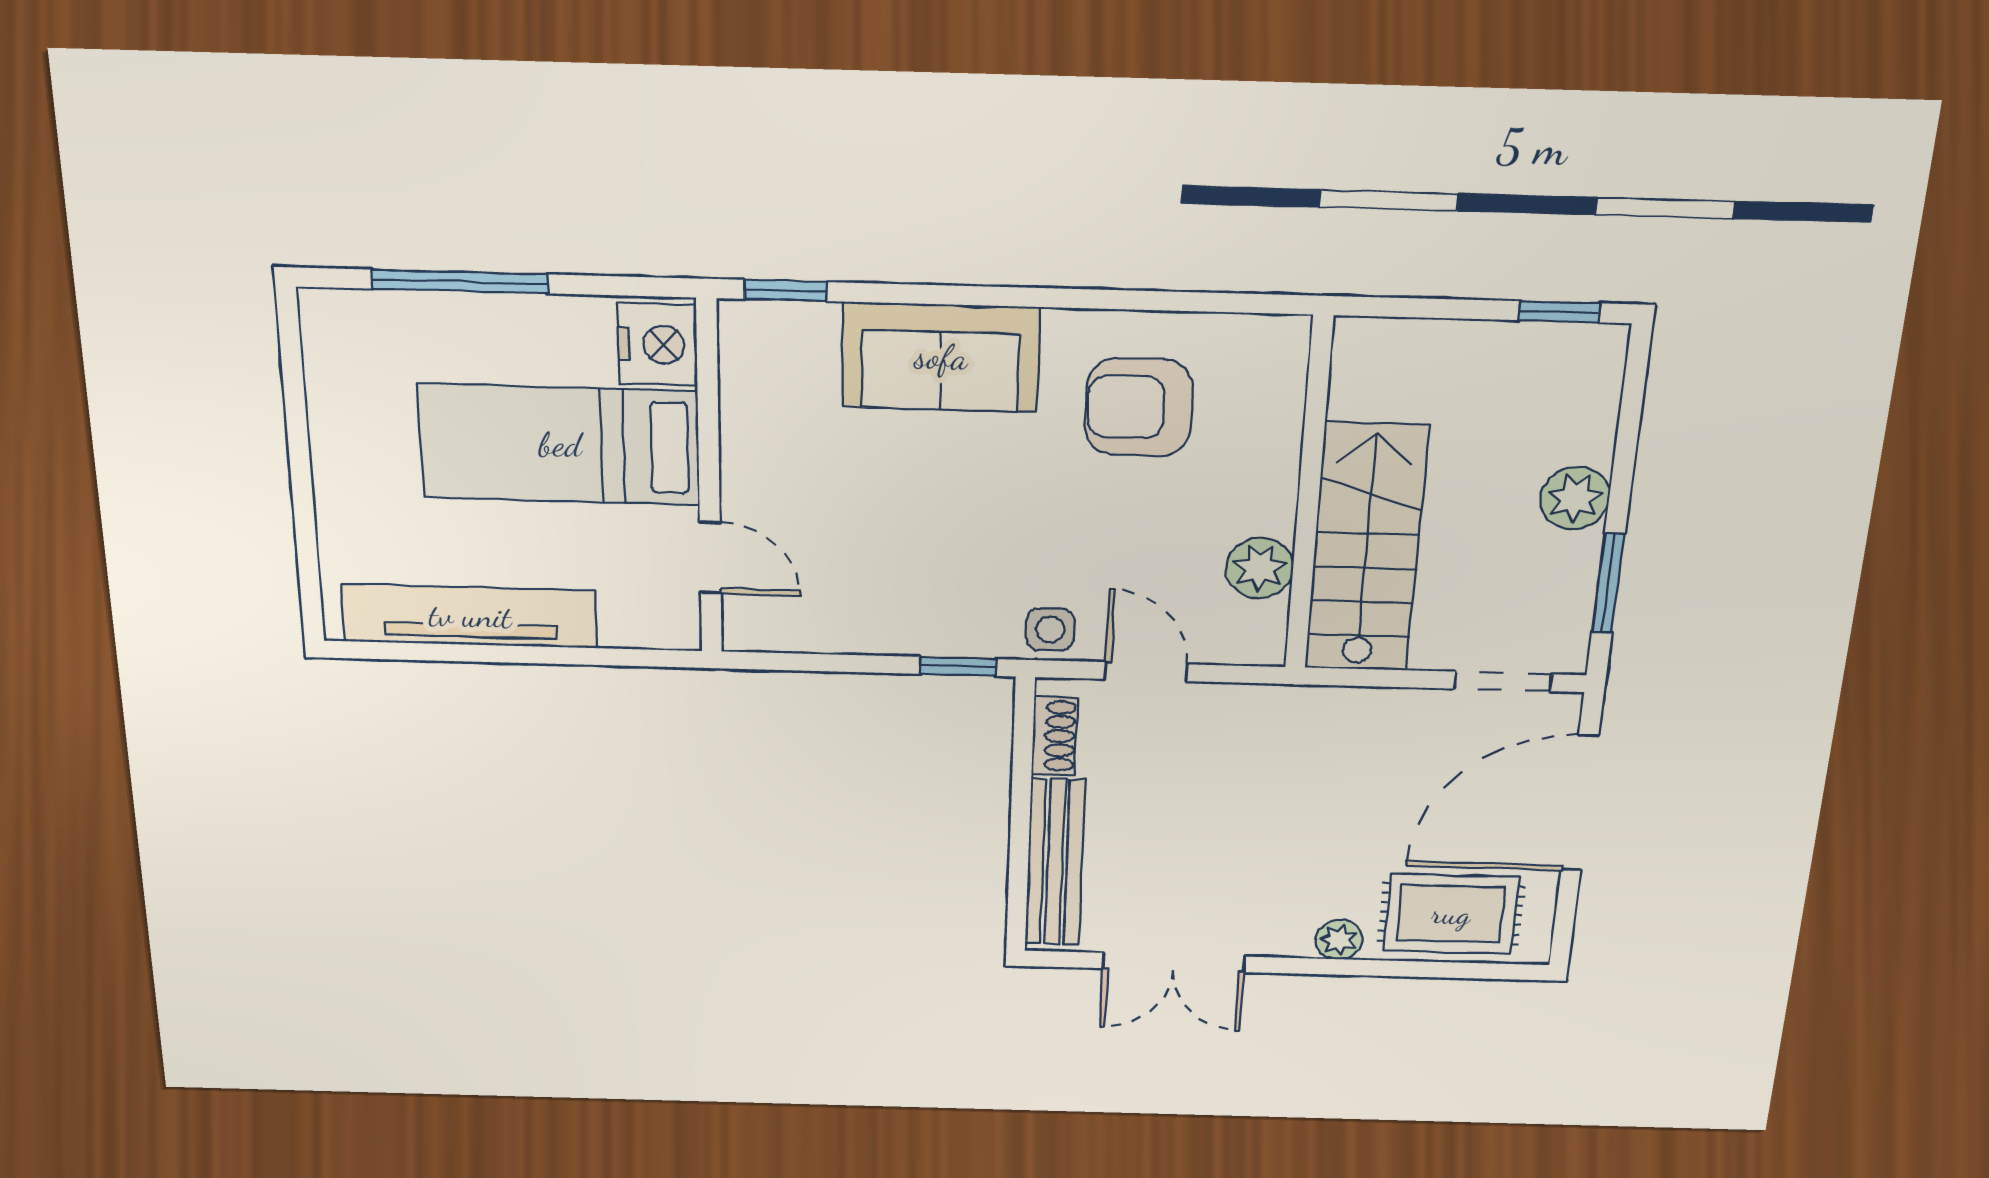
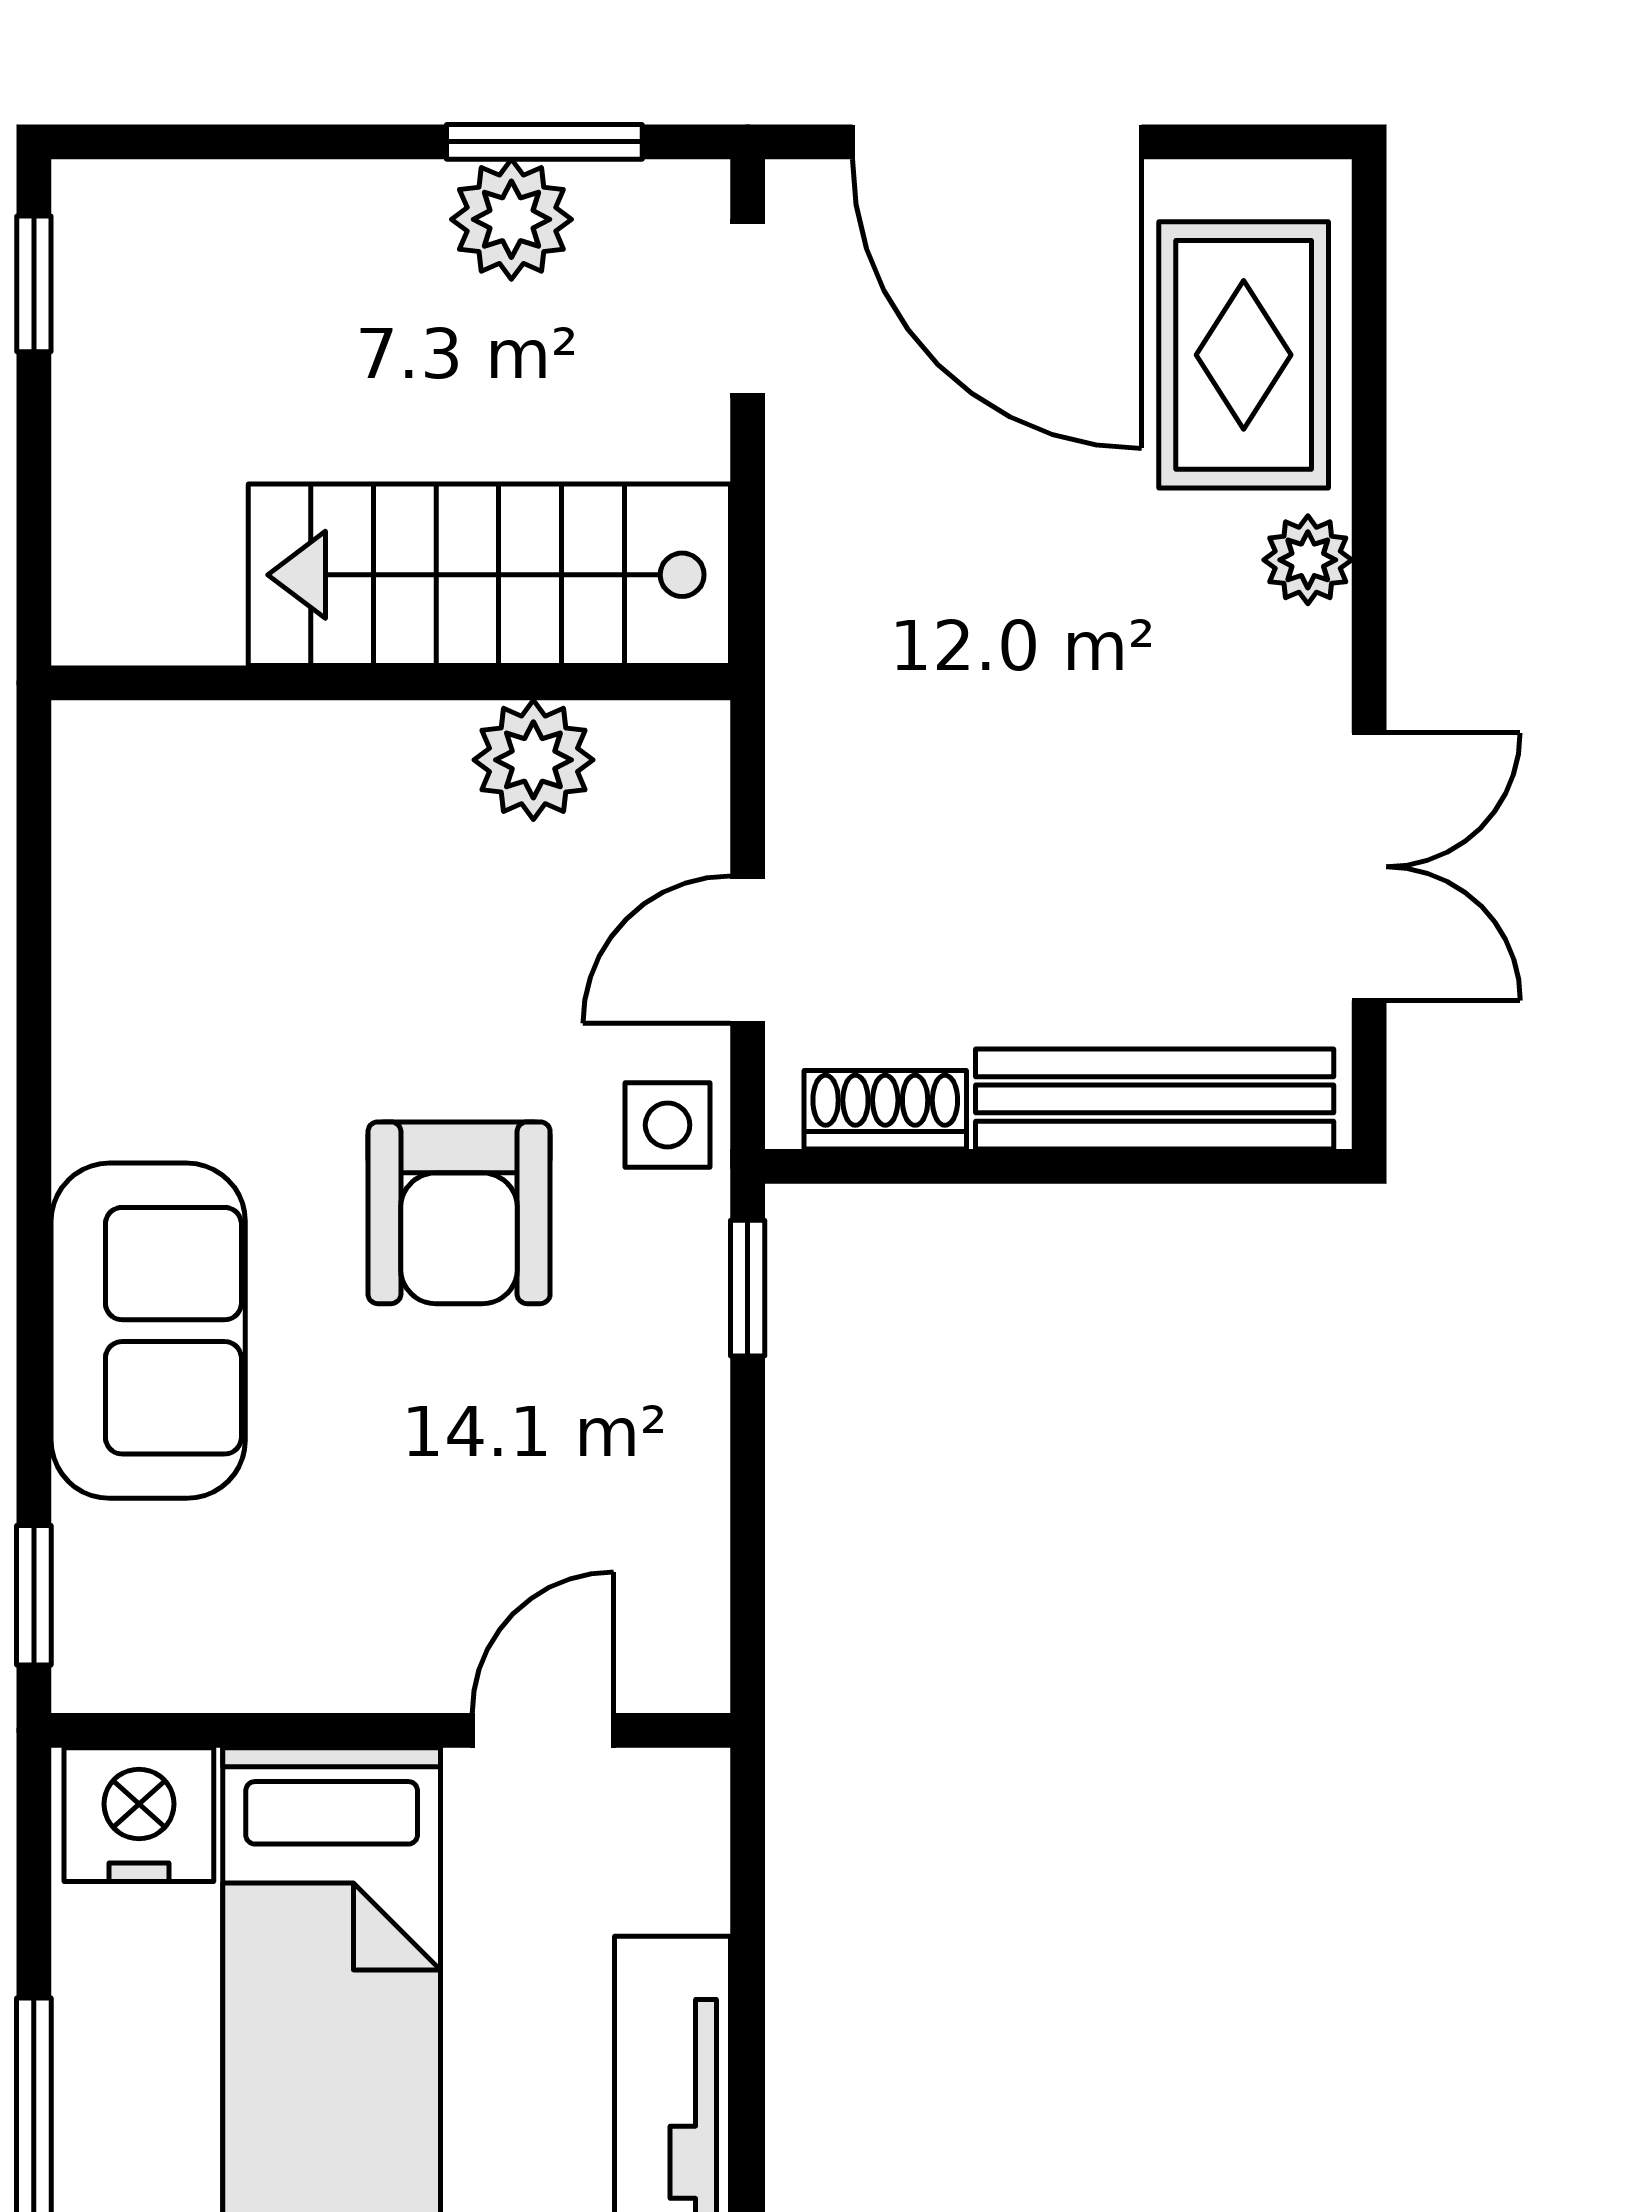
armchair: (1139, 407) -> (459, 1213), moved
plant: (1575, 498) -> (511, 219), moved

